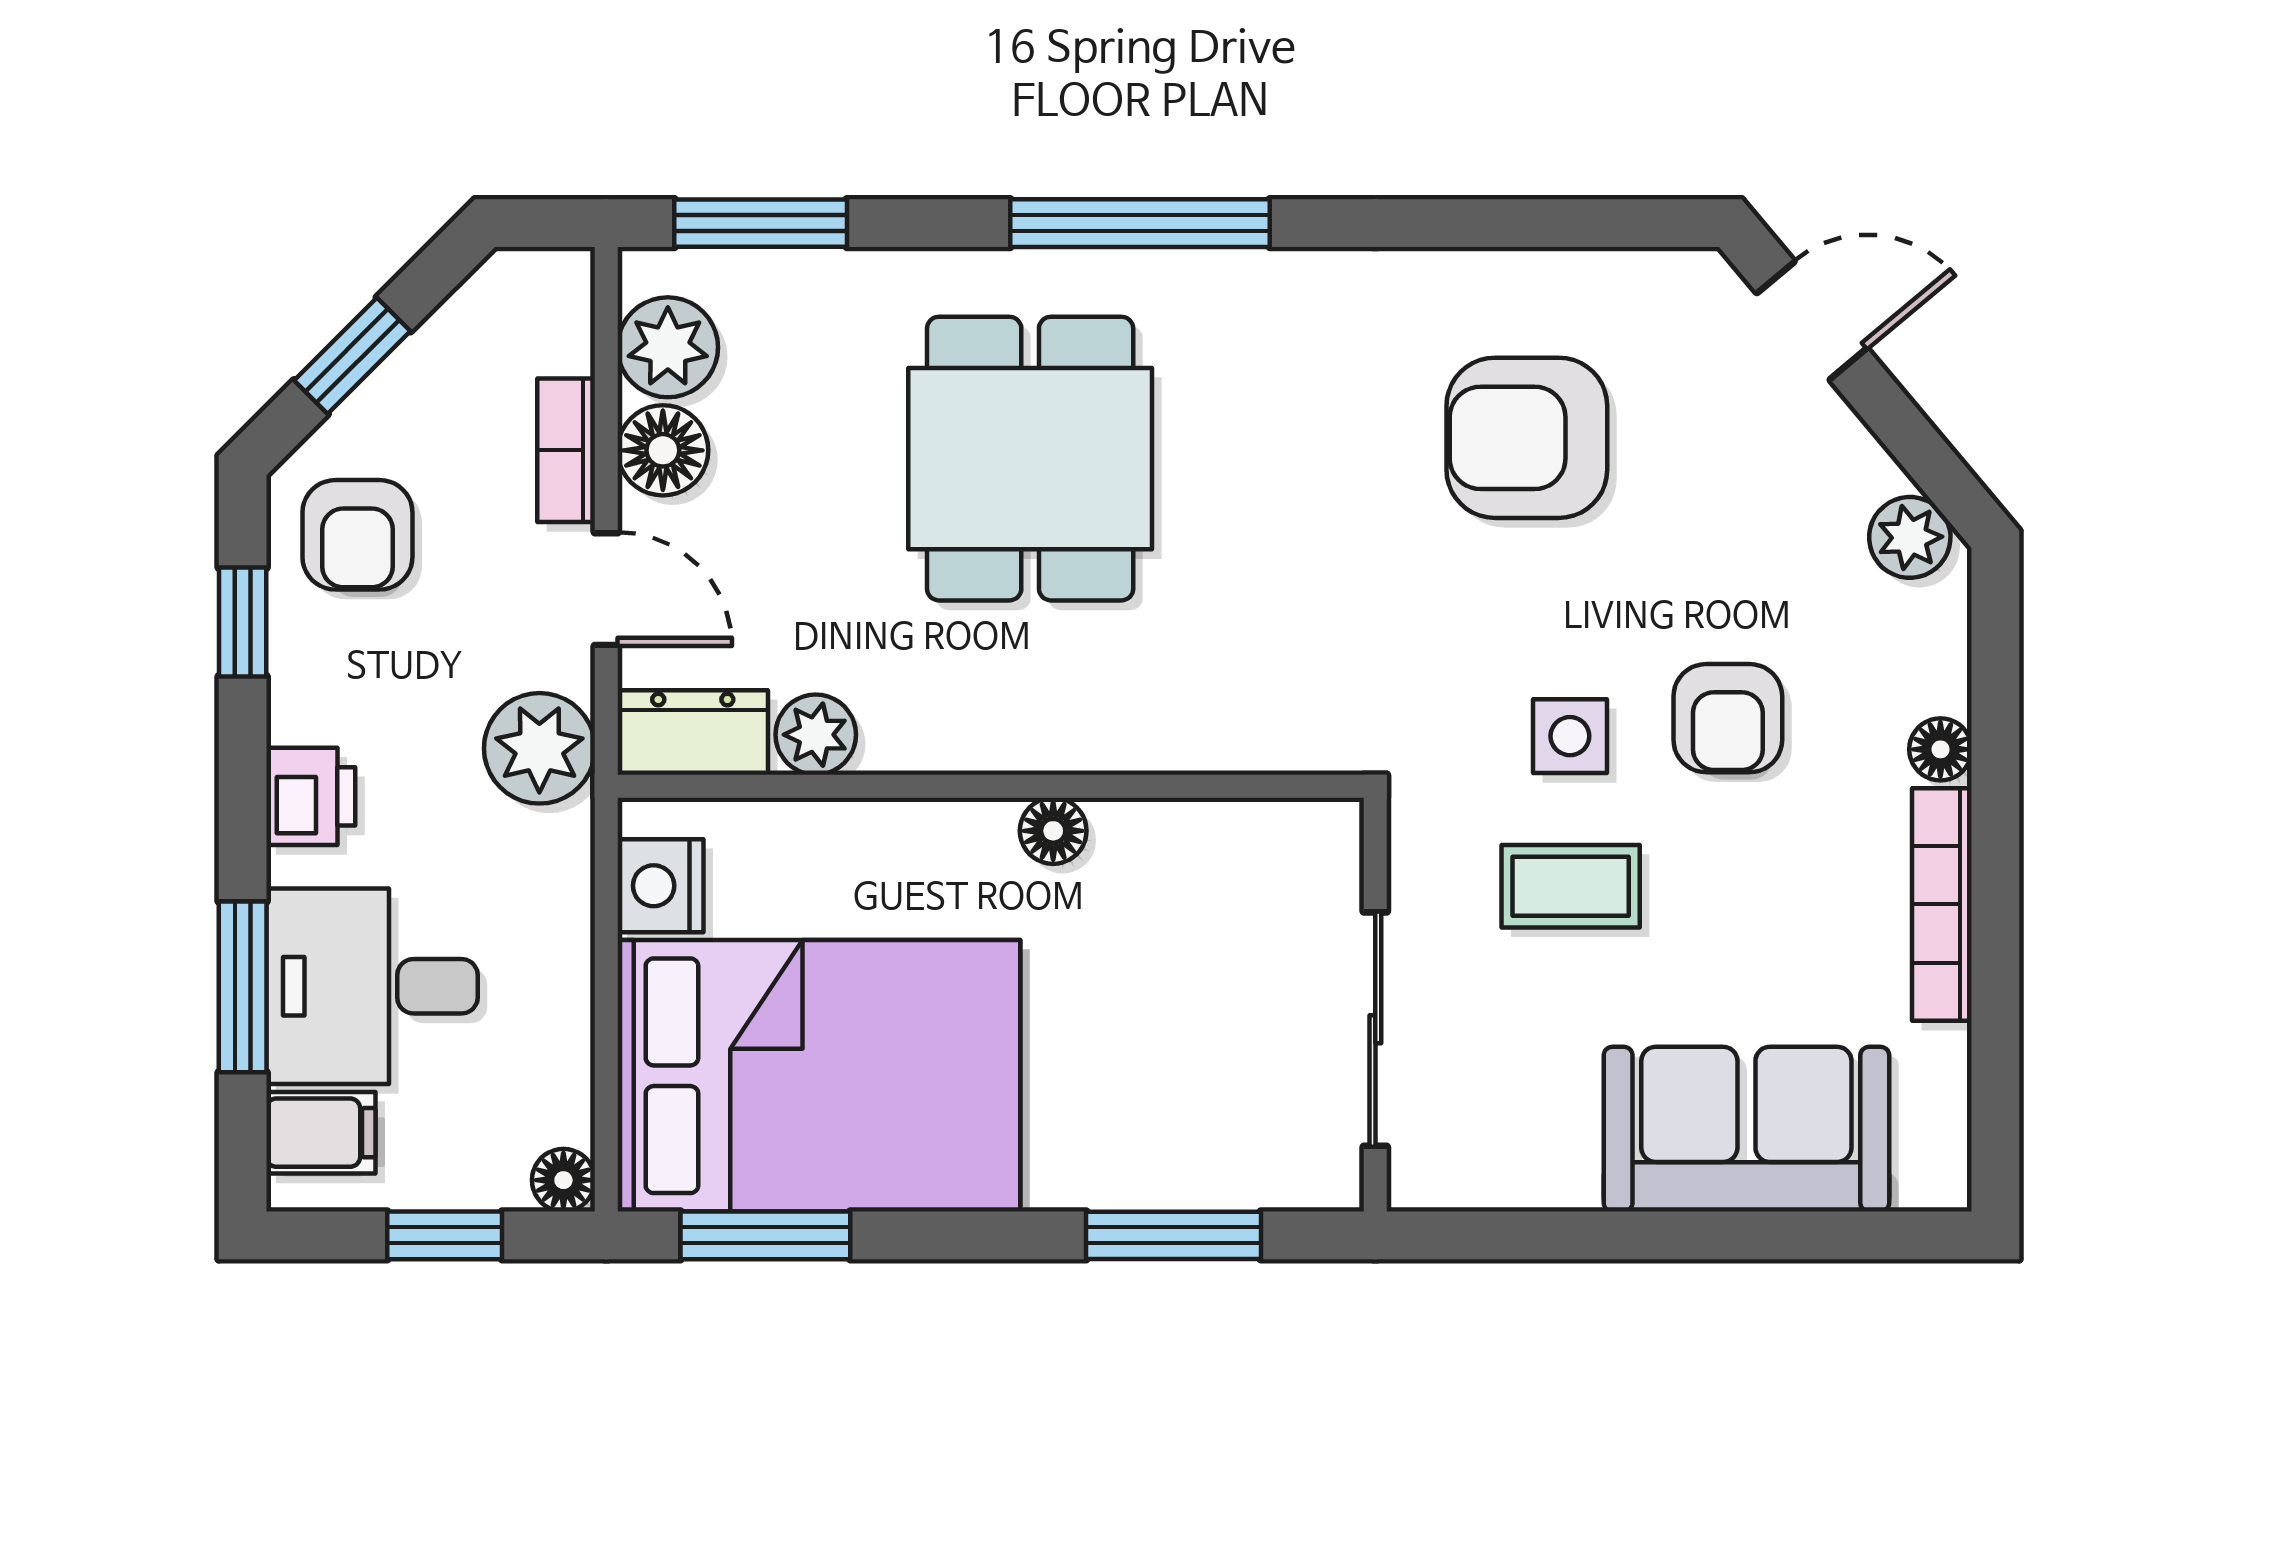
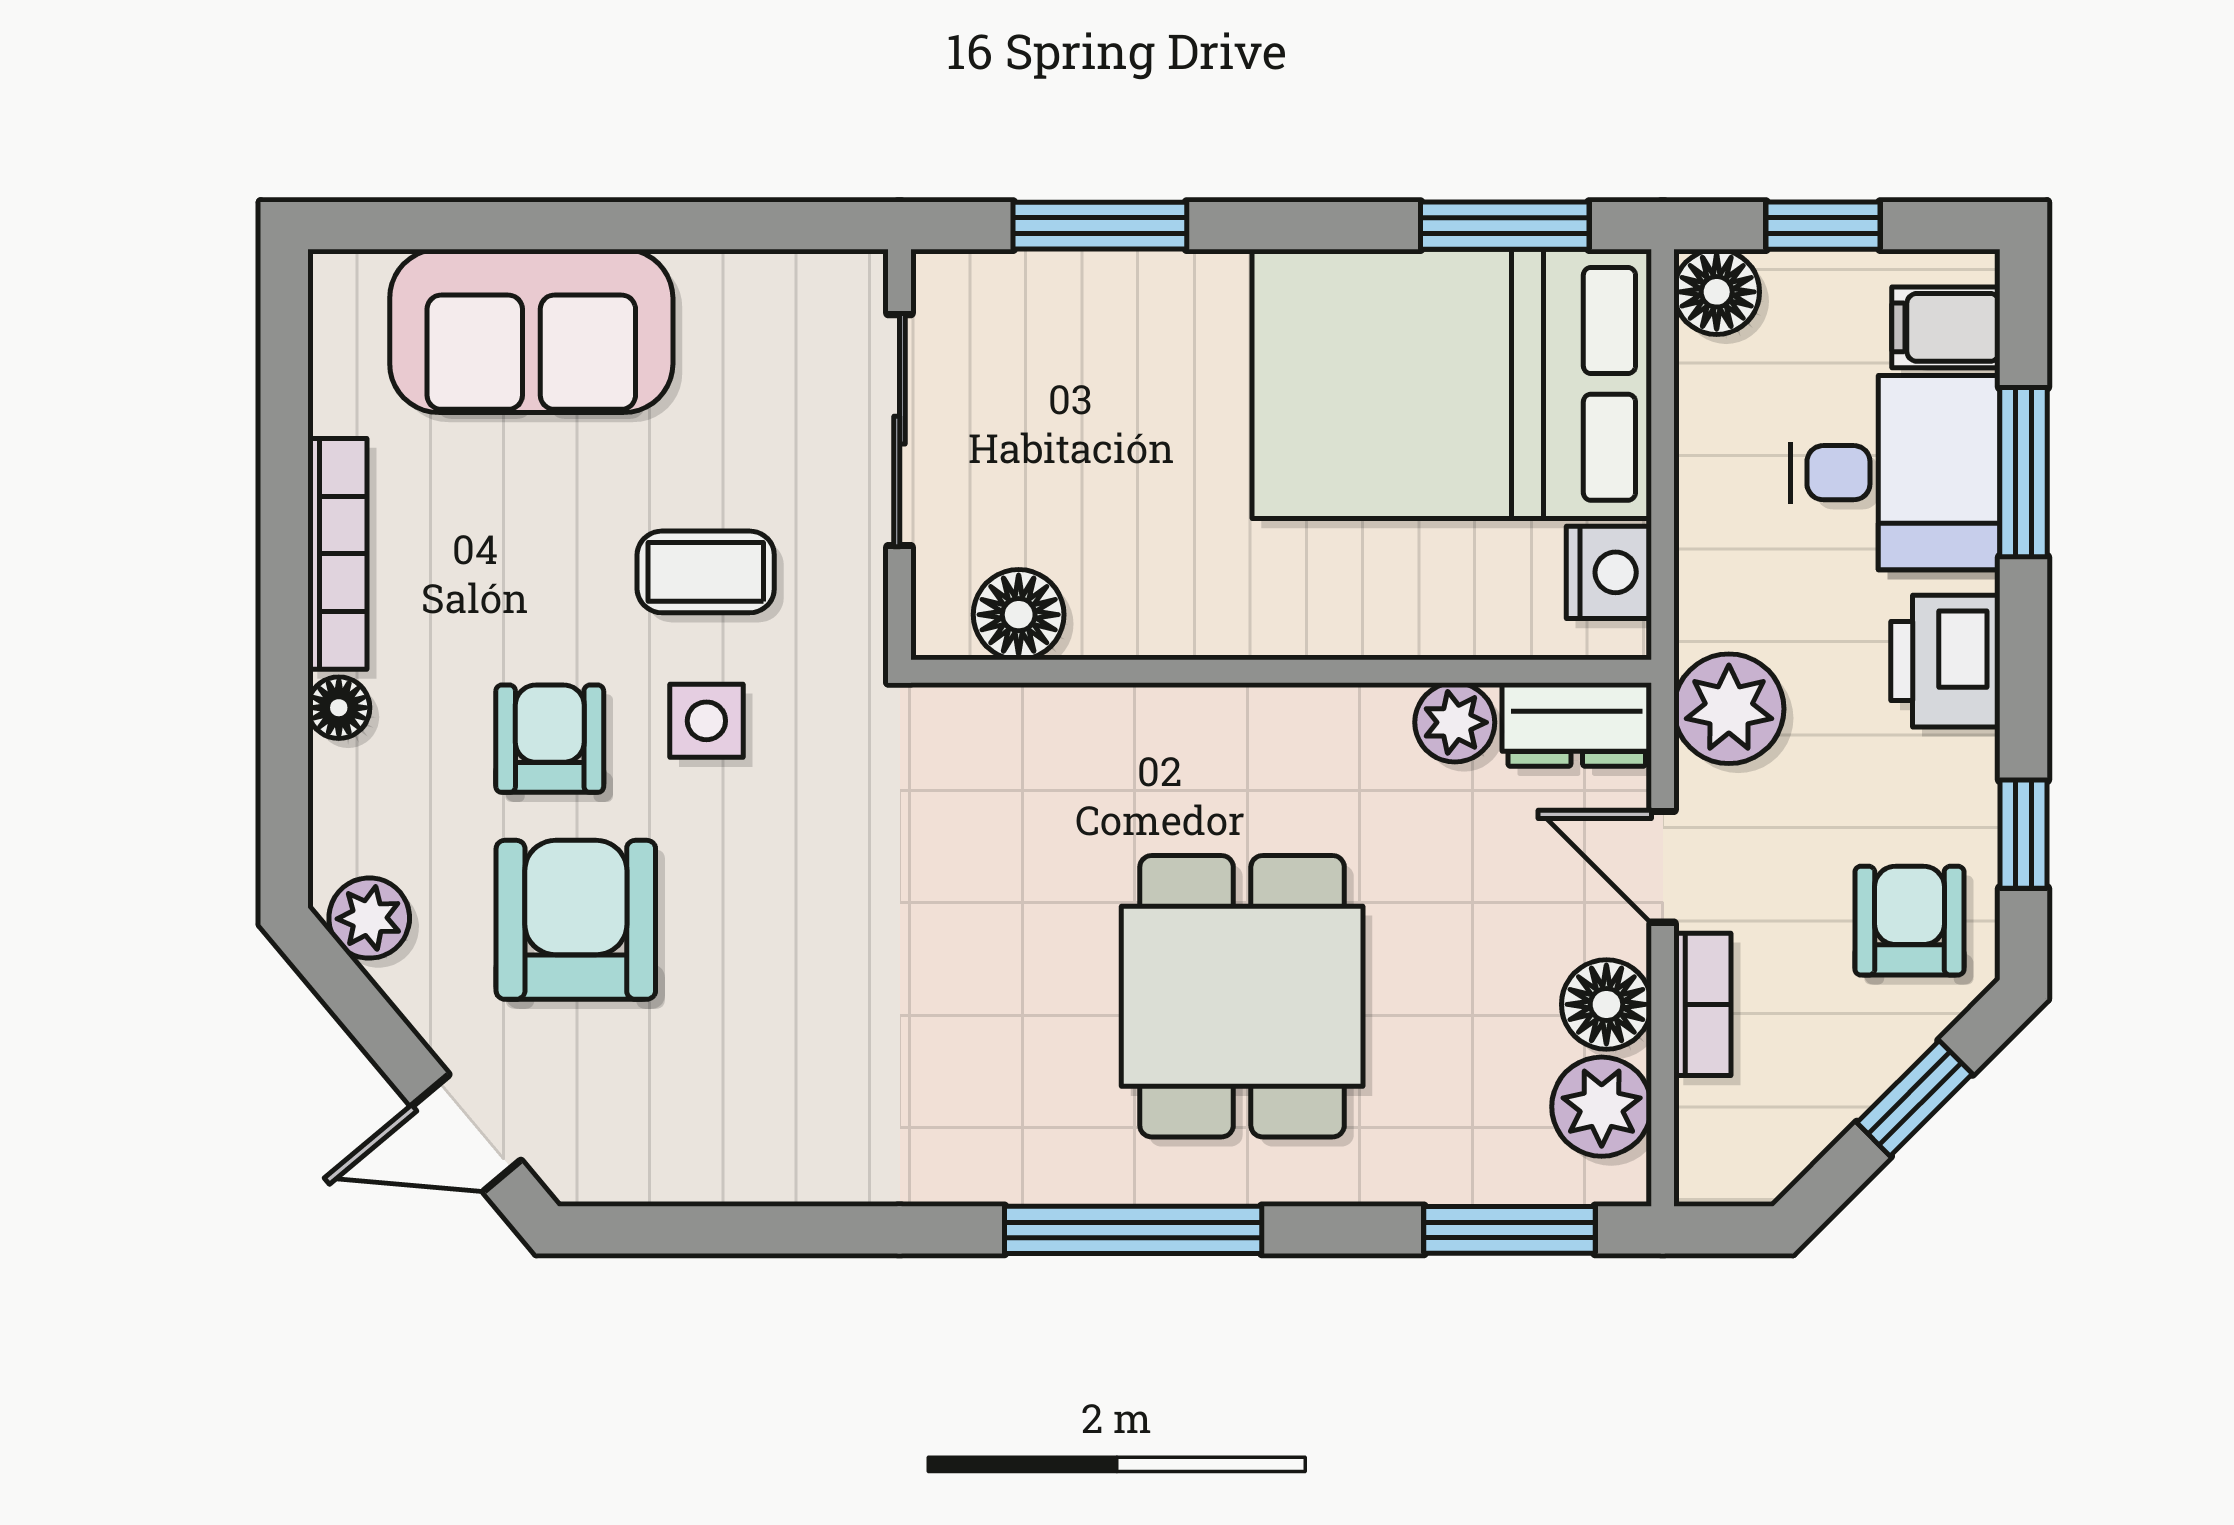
armchair: (1527, 438) -> (576, 920), moved, turned -90
printer: (311, 796) -> (1945, 661), width x1.36, depth x1.24
floor lamp: (1053, 831) -> (1019, 615), moved, width x1.37, depth x1.37
floor lamp: (563, 1180) -> (1717, 292), width x1.37, depth x1.37

